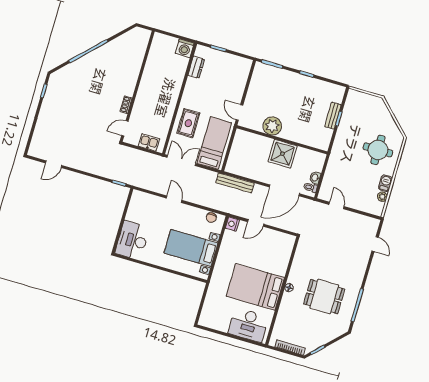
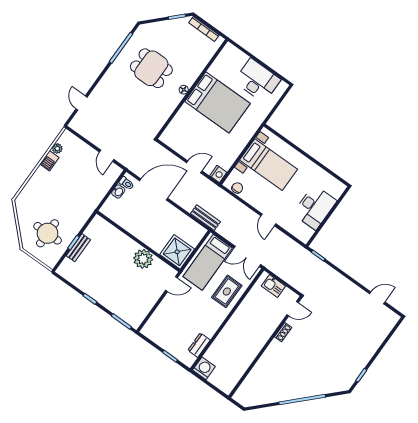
door: (239, 113) -> (171, 284), hinge flipped
round table: (378, 150) -> (48, 233), moved
shower: (283, 154) -> (177, 252), moved
bench: (235, 183) -> (205, 218), width x0.73
desk: (132, 240) -> (315, 207), moved
desk: (248, 325) -> (257, 80), moved

